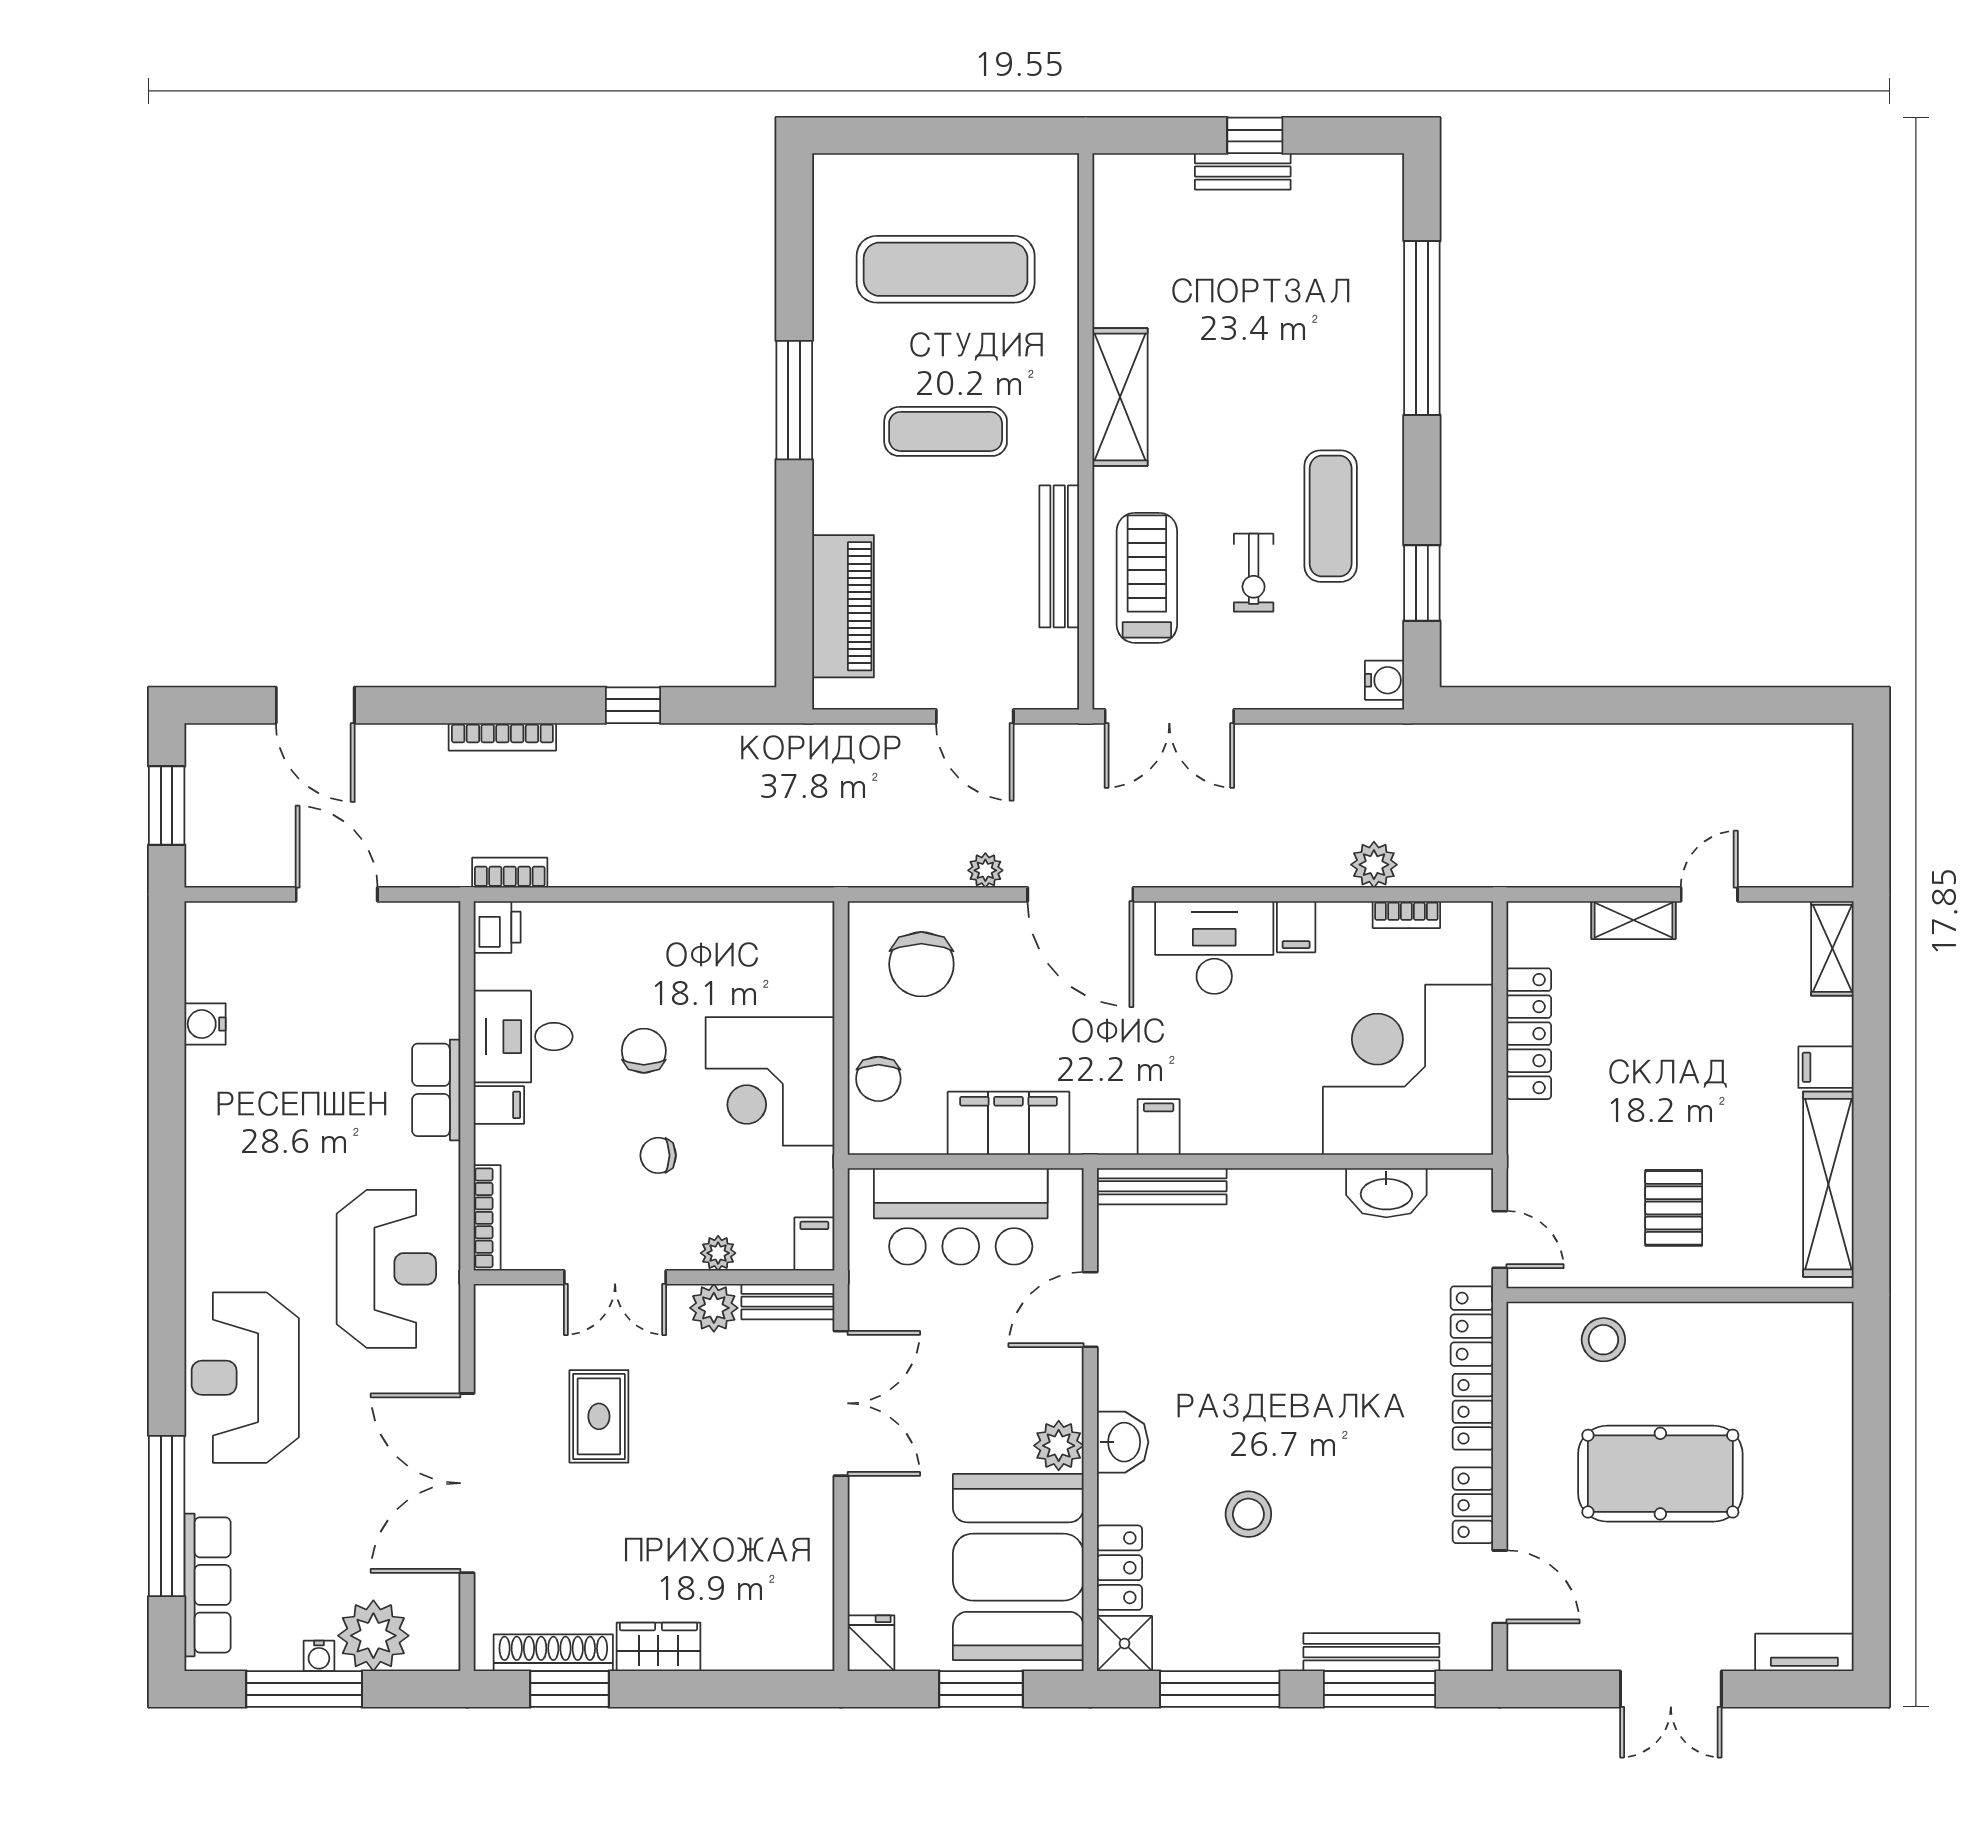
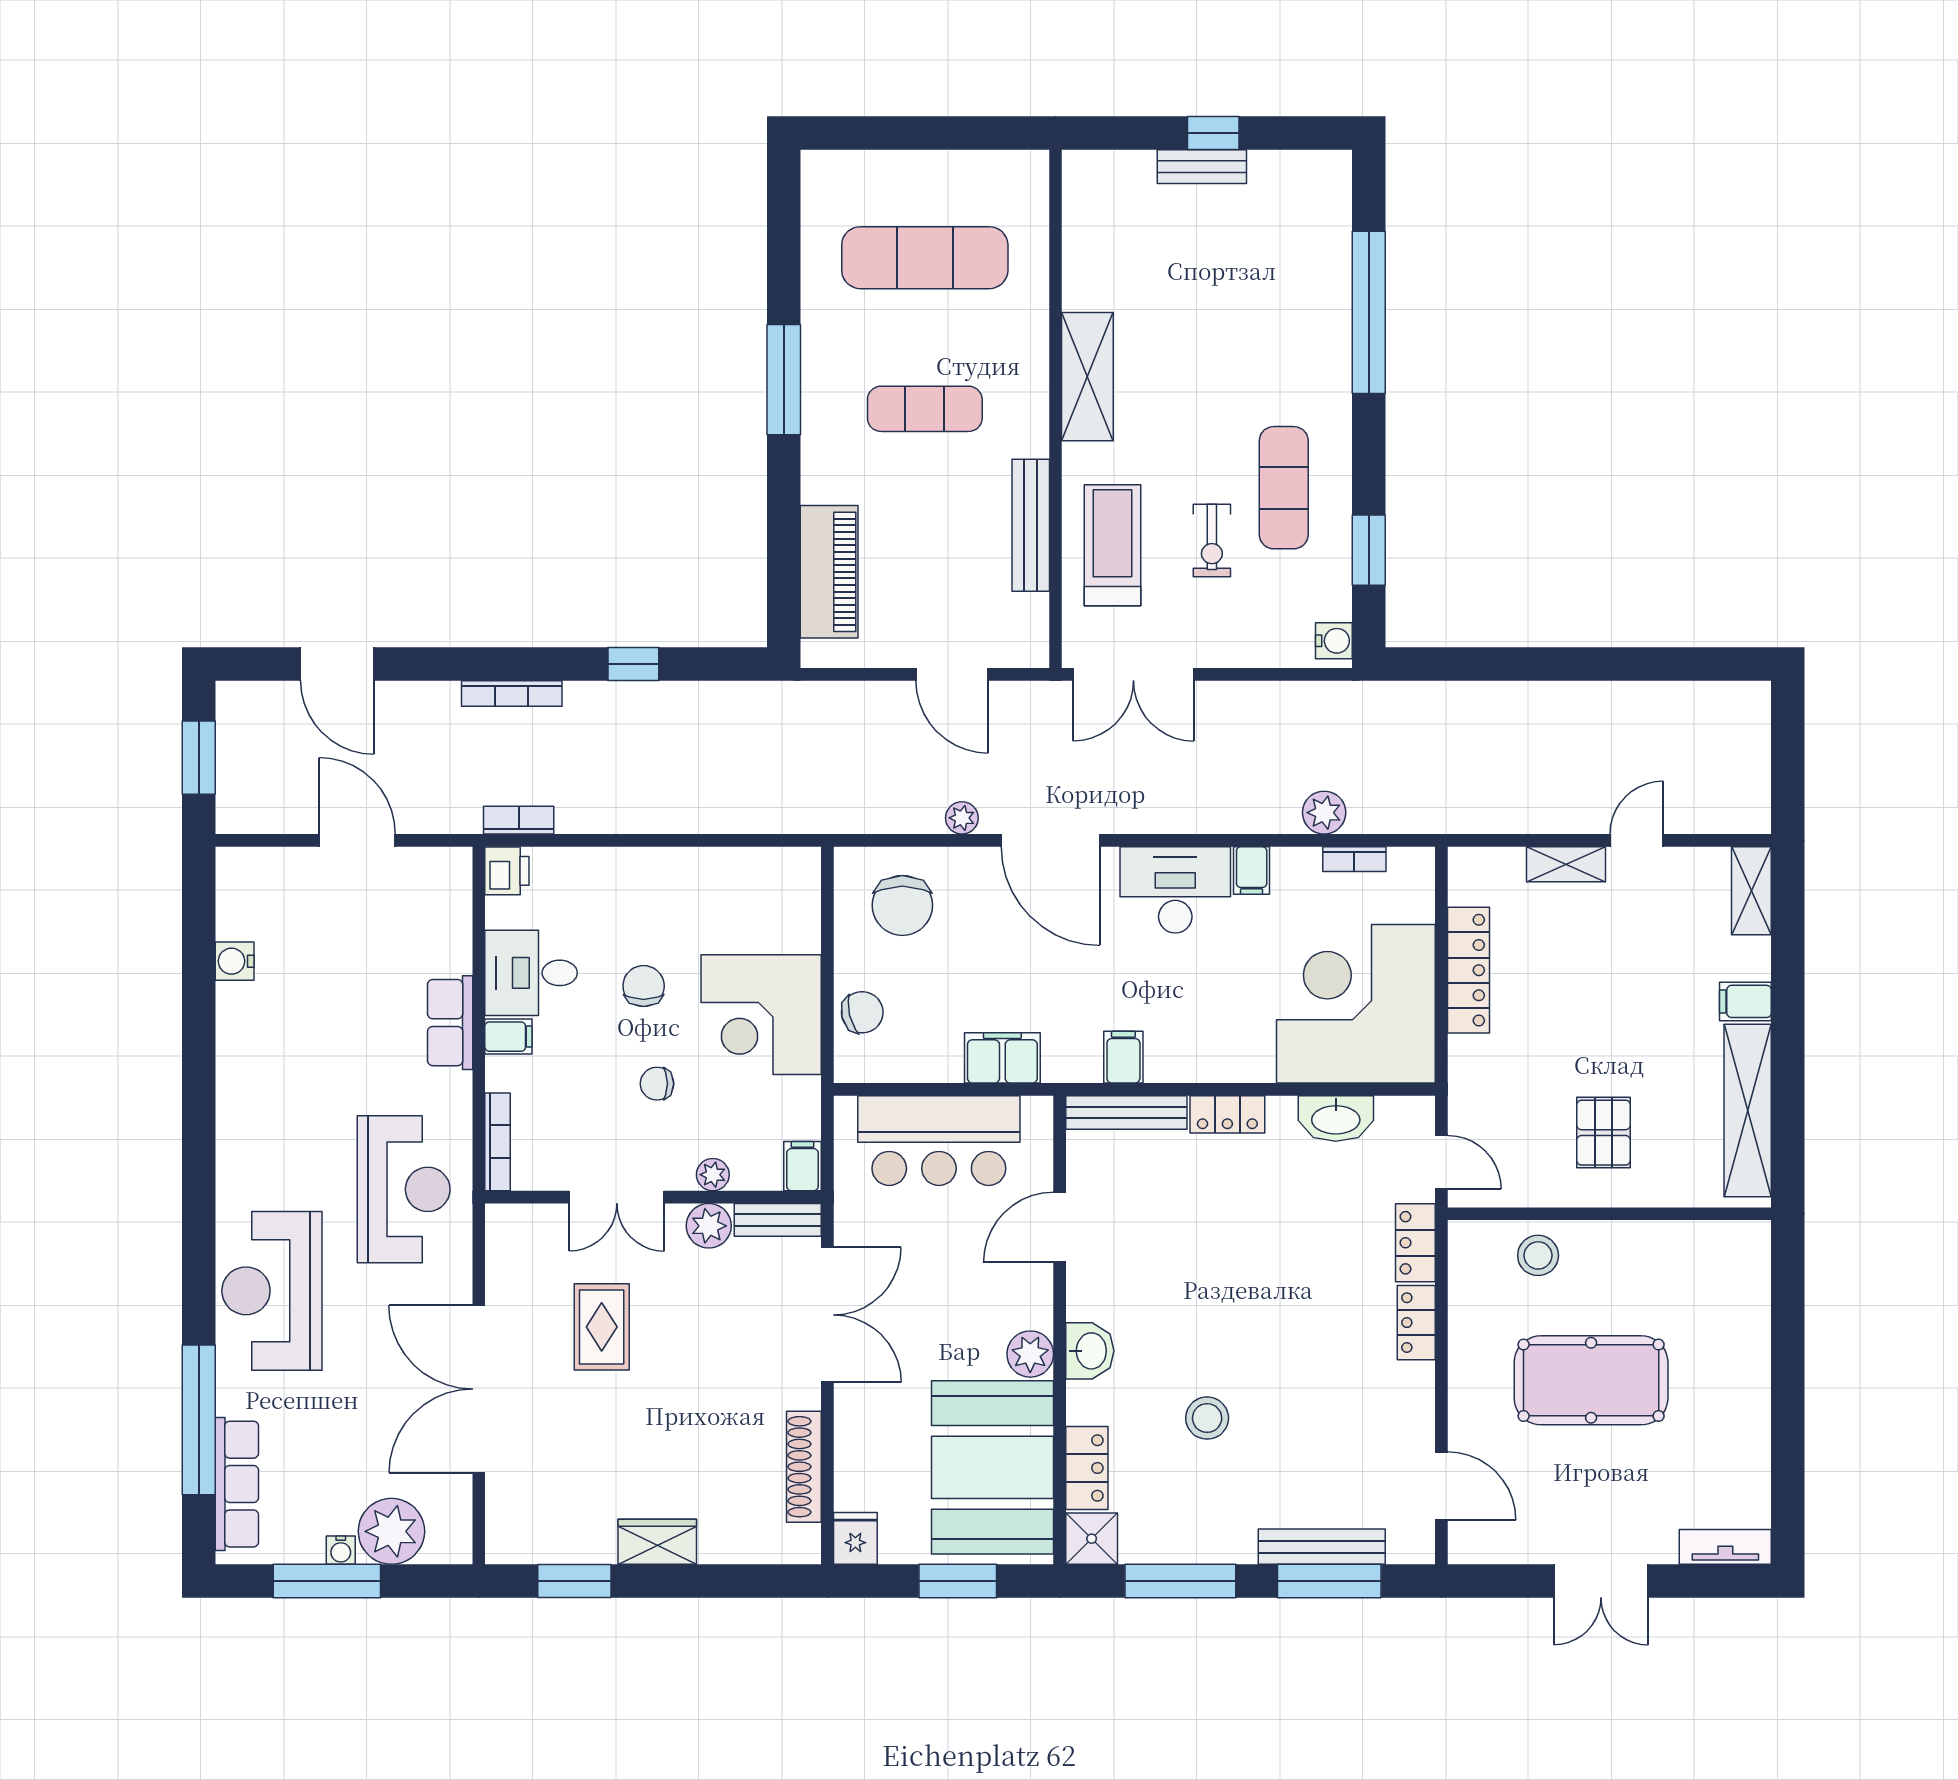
chair: (878, 1079) -> (862, 1012), turned -104
filing cabinet: (1008, 1123) -> (1002, 1058), width x0.67, depth x0.86
locker: (1473, 1505) -> (1227, 1114), moved, turned -90
shoe rack: (553, 1653) -> (804, 1467), moved, turned -90

